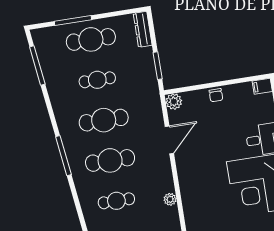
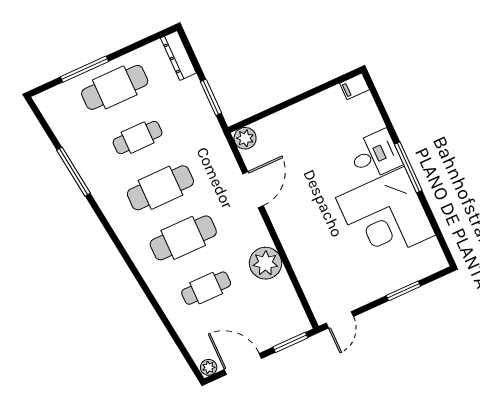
window: (37, 65) -> (74, 172), moved
chair: (216, 95) -> (298, 115), removed
window: (63, 156) -> (121, 249), removed
plant: (170, 199) -> (266, 263), width x1.87, depth x1.87

